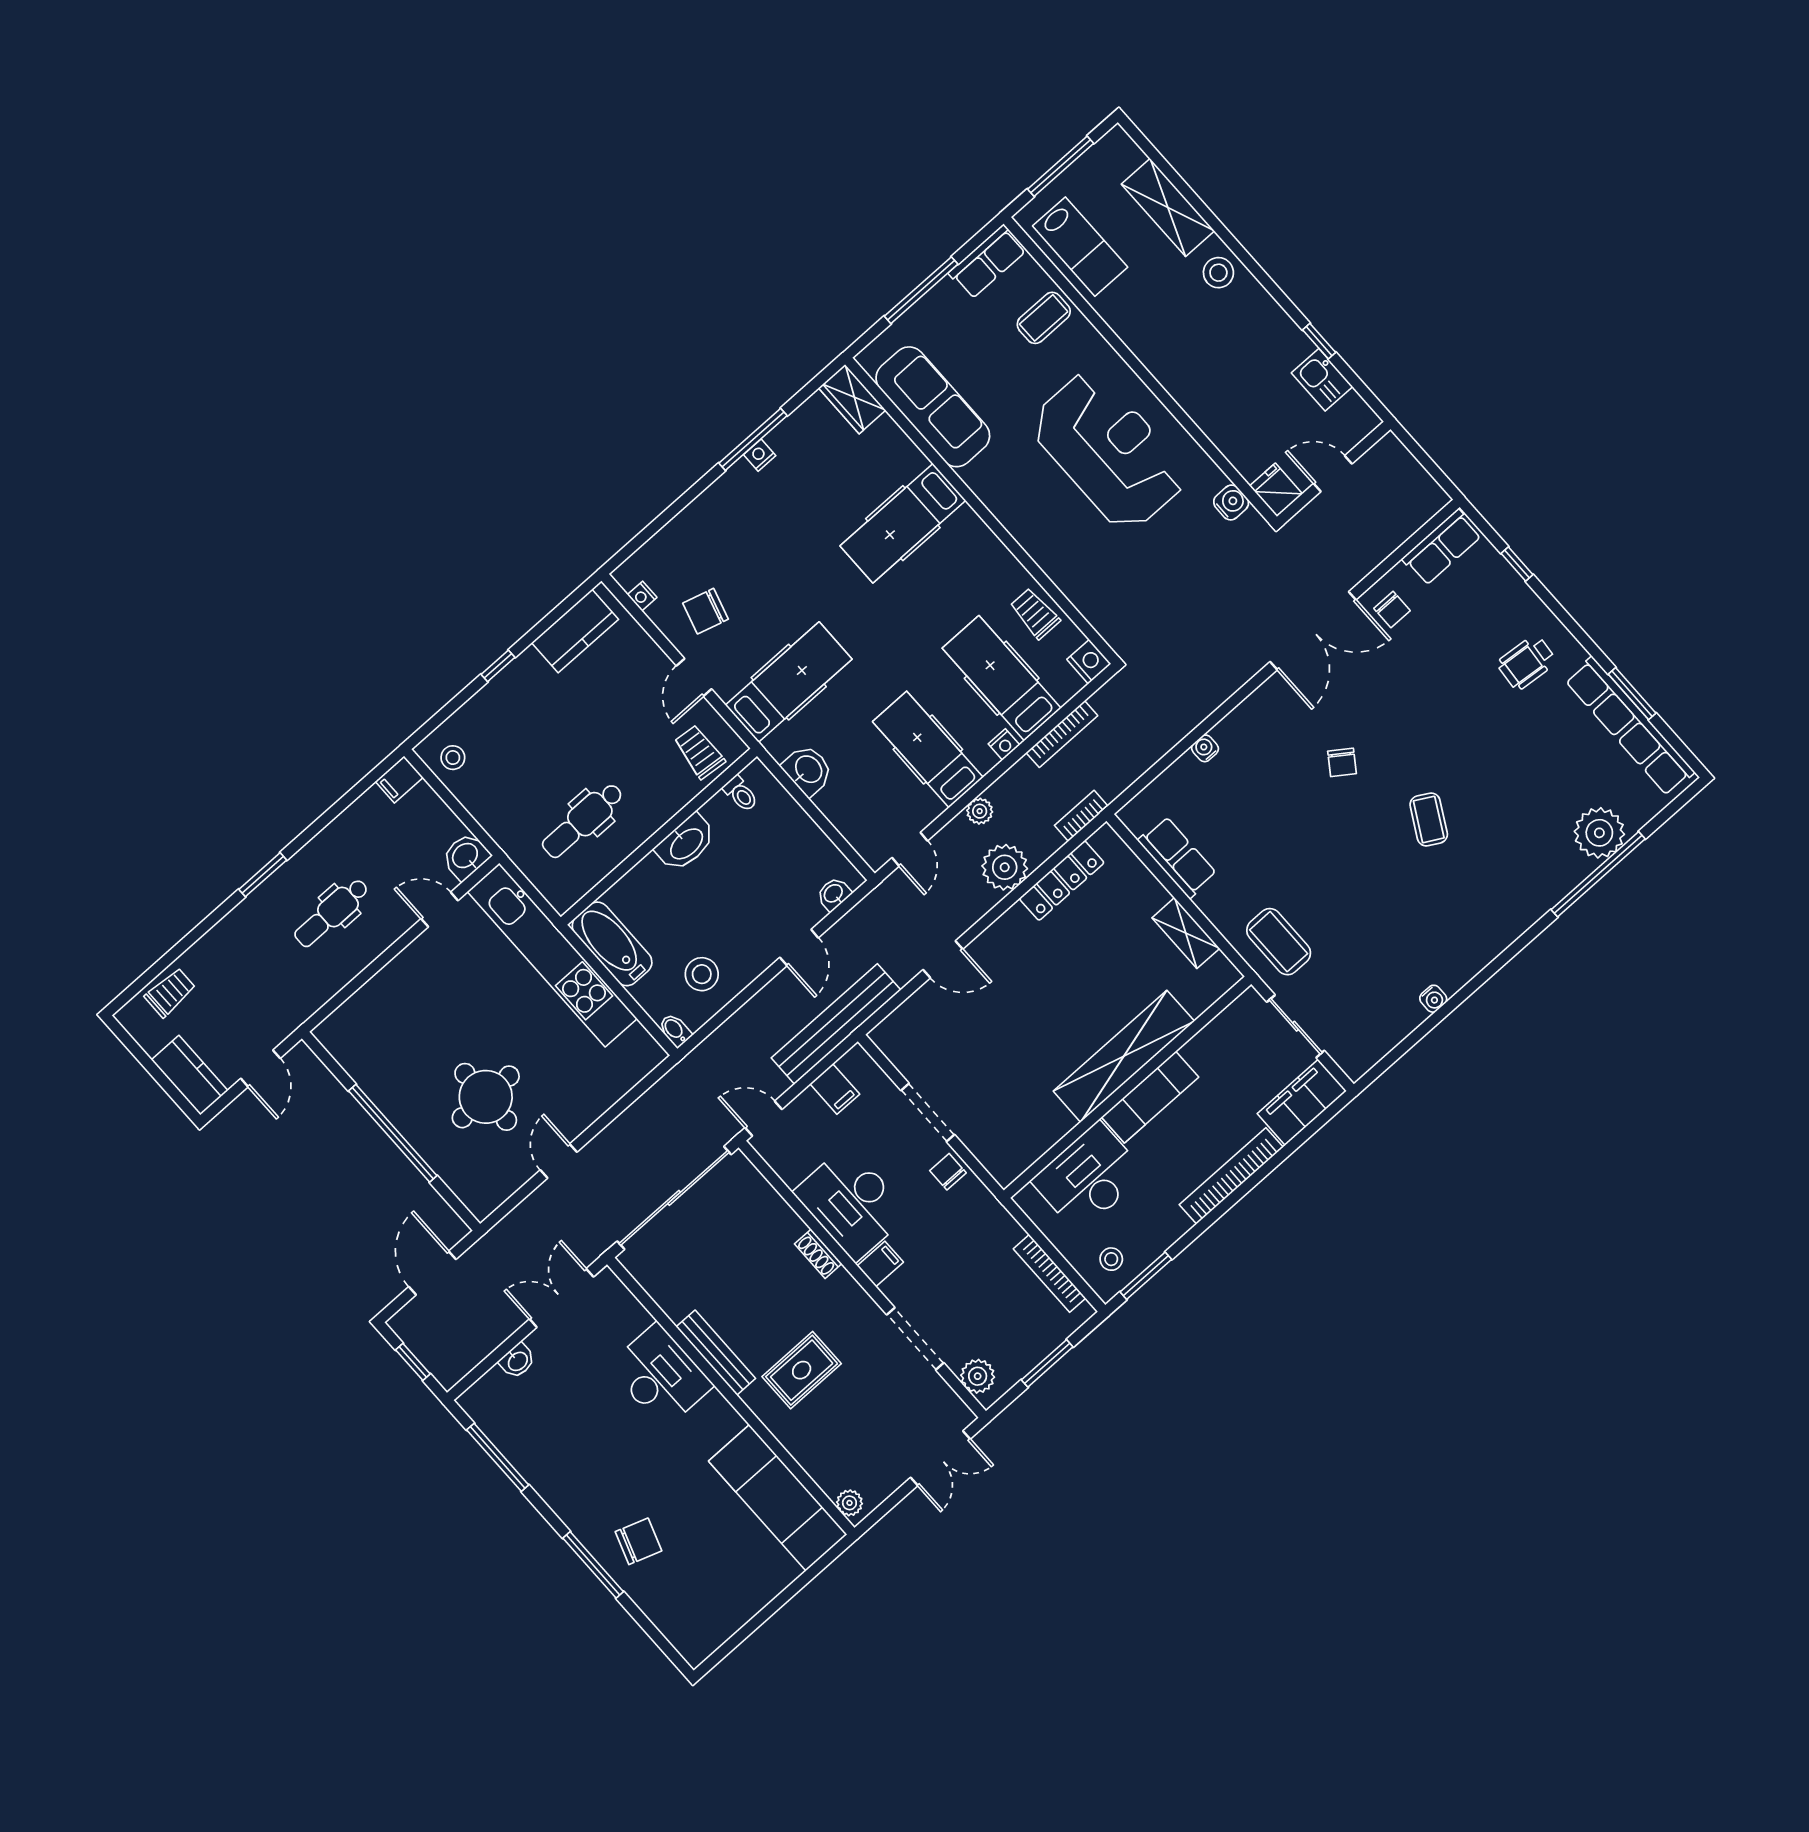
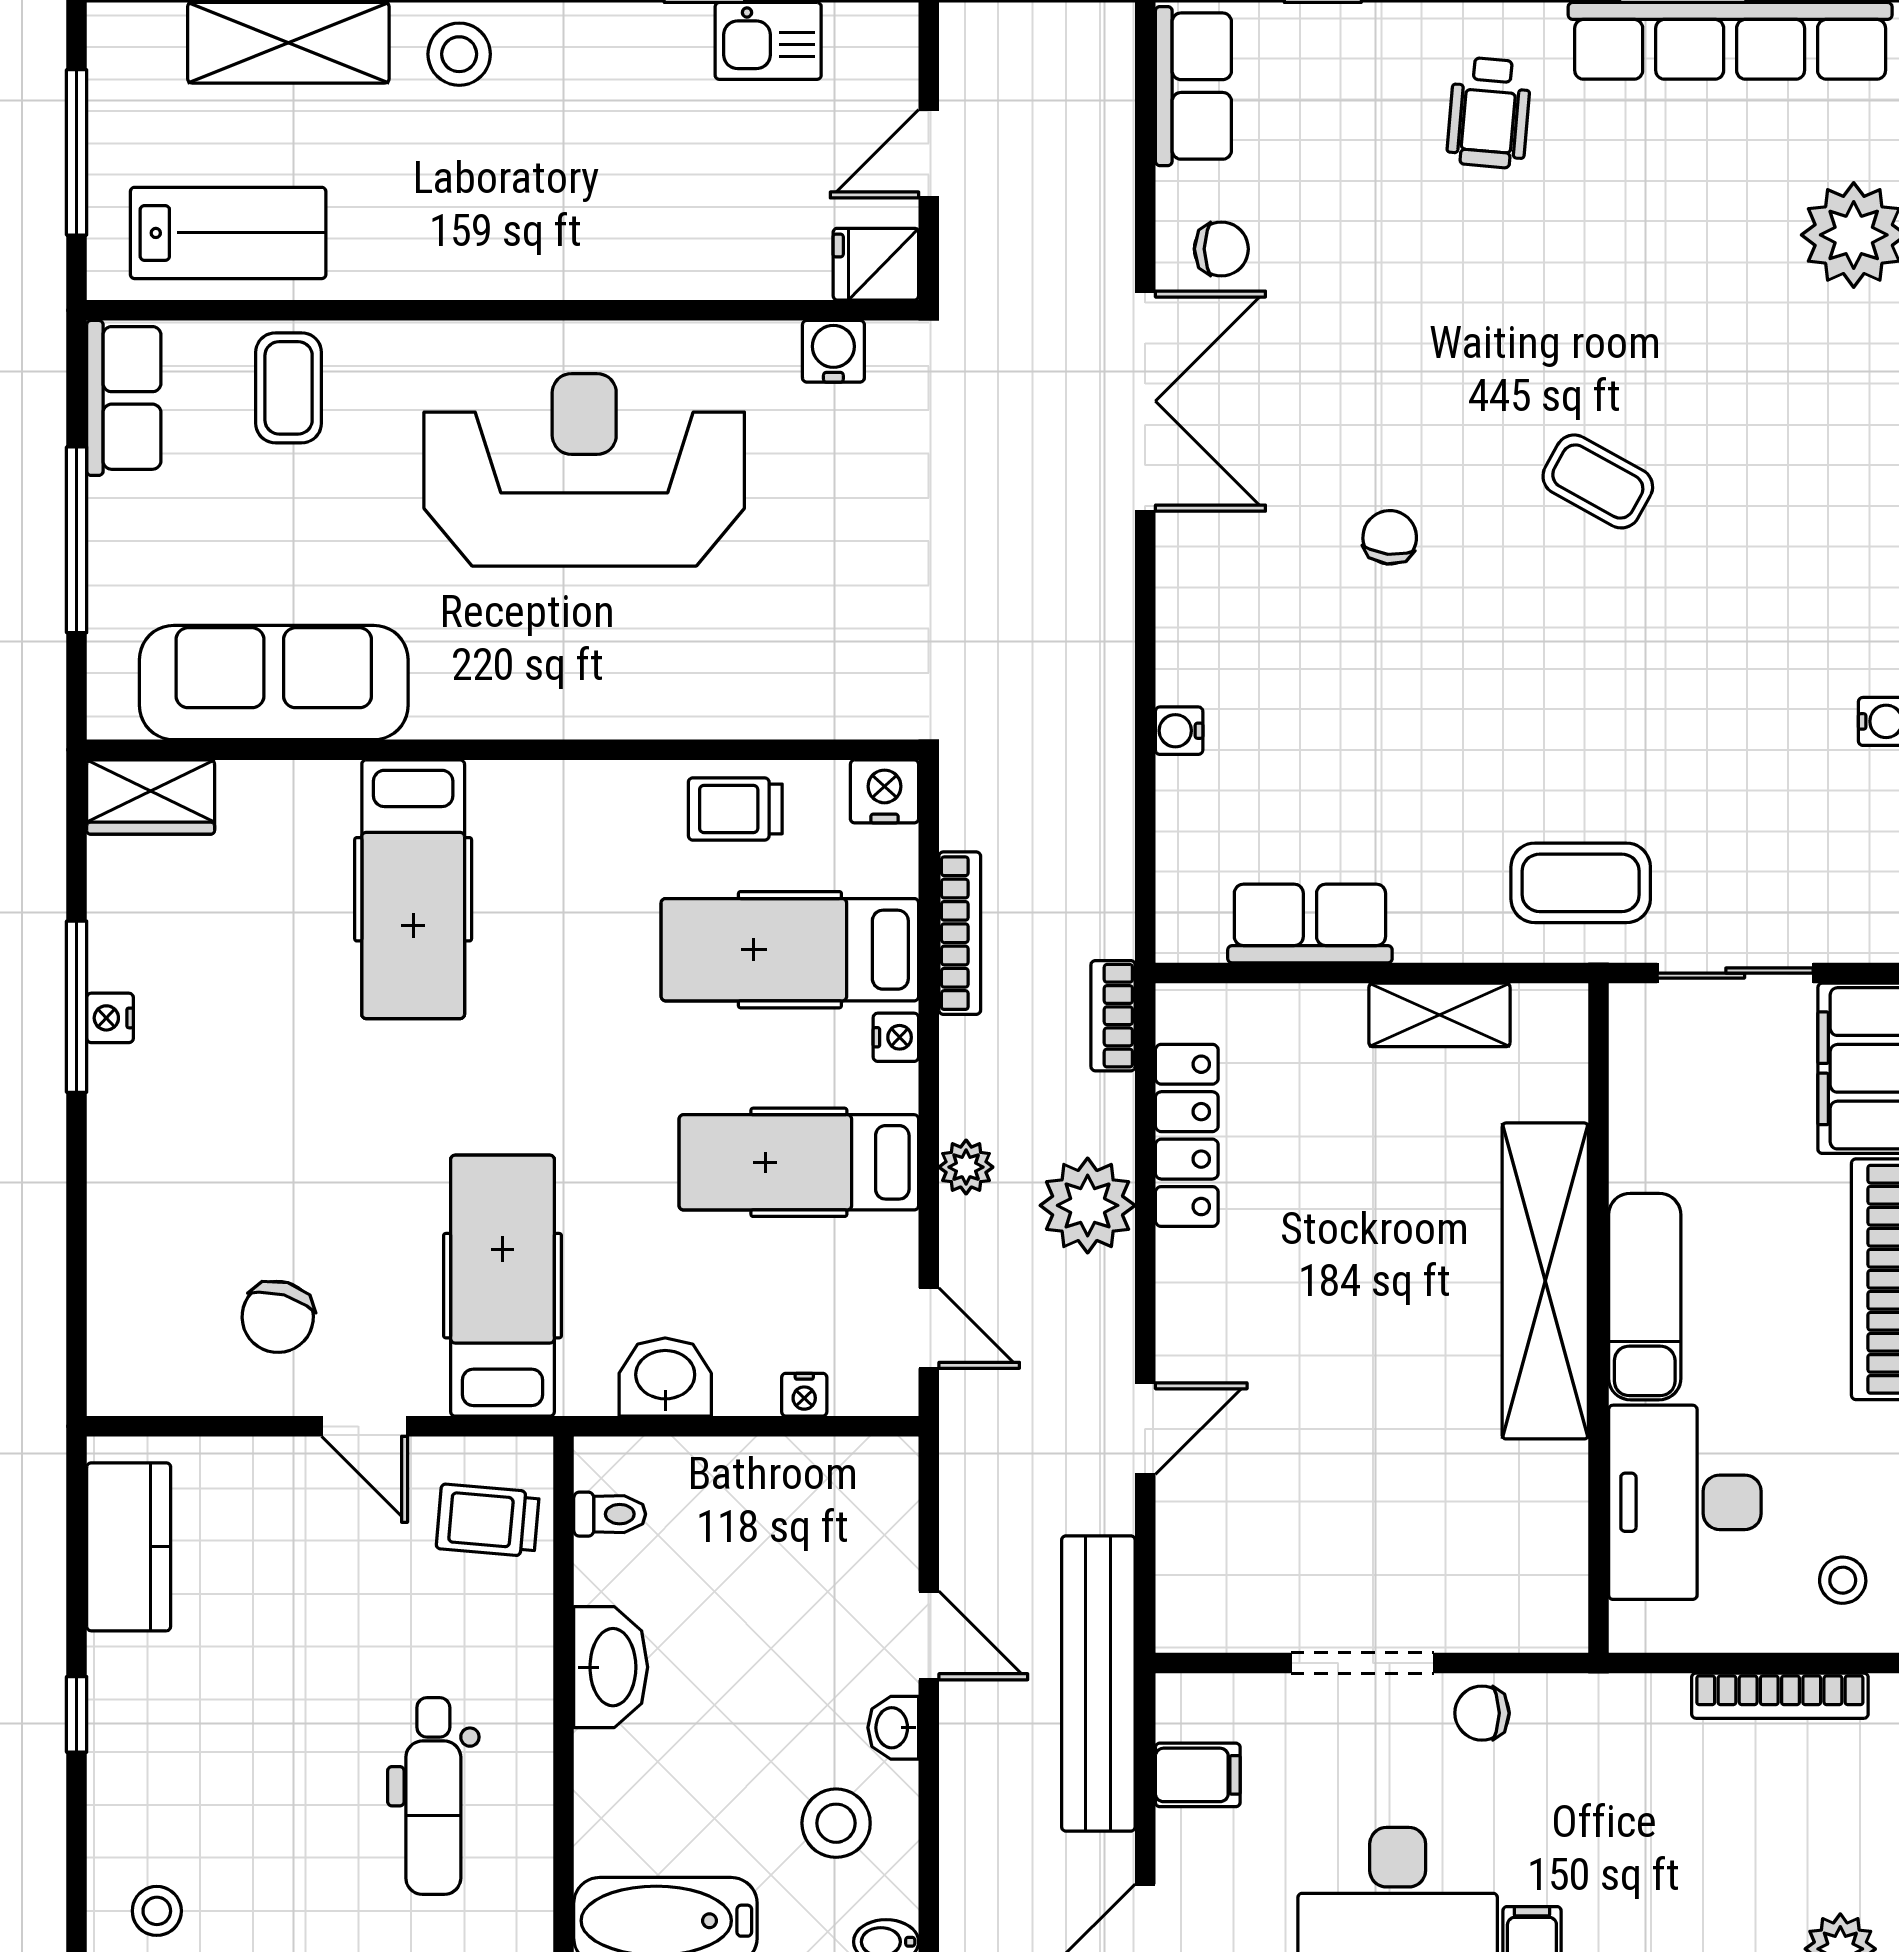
nightstand: (642, 596) -> (804, 1395), moved
chair: (1342, 762) -> (1390, 537), turned -119
washbasin: (834, 894) -> (893, 1728), moved

